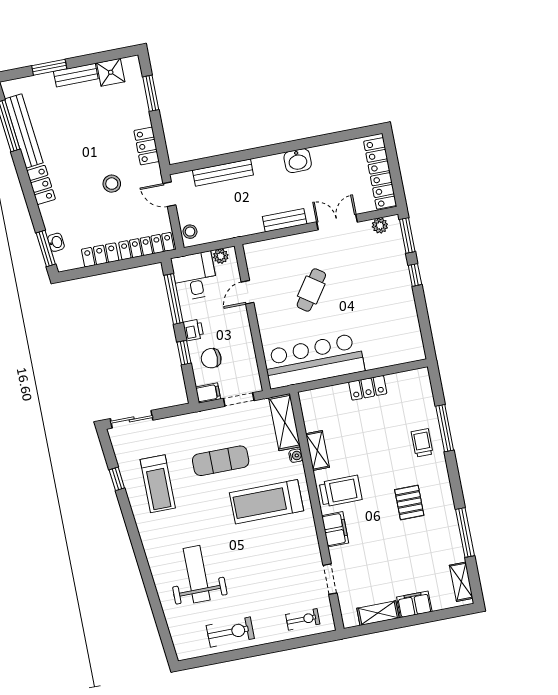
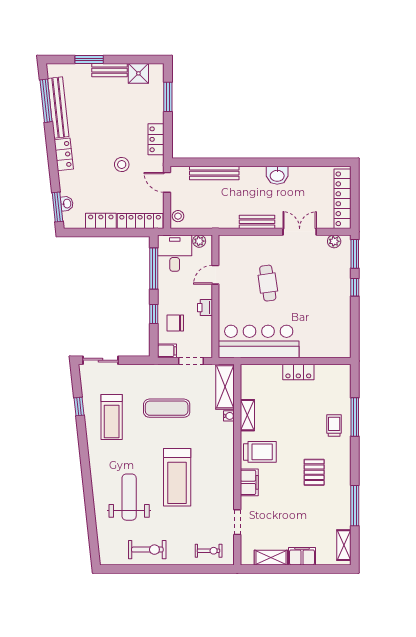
cafe table: (311, 290) -> (268, 283), turned -43
printer: (193, 330) -> (205, 308), moved, turned 180
treadmill: (266, 502) -> (177, 477), moved, turned -90

